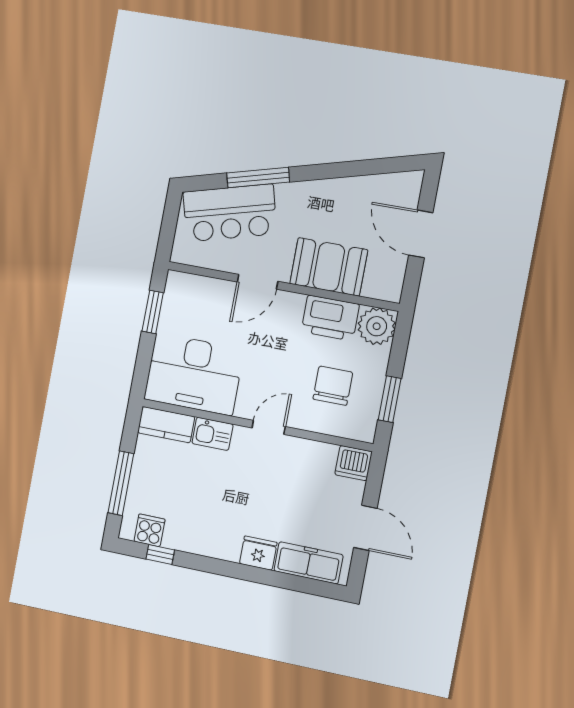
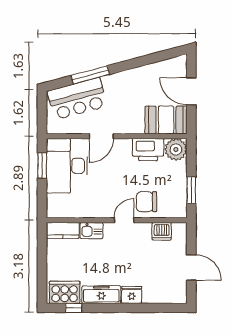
booth: (329, 267) -> (166, 120), moved
desk: (194, 374) -> (67, 166), moved, turned 90
chair: (333, 386) -> (146, 202), moved, turned -90
dishwasher: (353, 463) -> (162, 231), moved
window: (121, 483) -> (42, 271), removed
cooker: (149, 530) -> (65, 292), width x1.87, depth x1.31
freezer: (308, 563) -> (101, 295), moved

